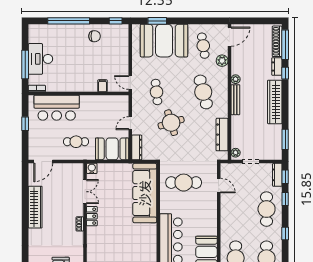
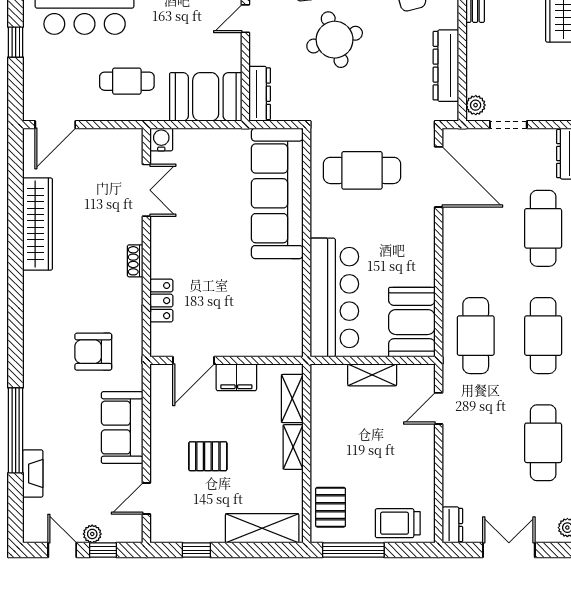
door: (130, 123) -> (245, 19), moved
door: (219, 185) -> (439, 177), width x1.88
locker: (92, 216) -> (161, 301), moved

